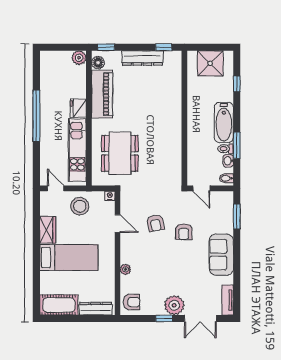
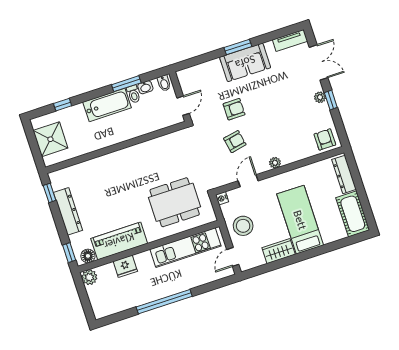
fridge: (78, 108) -> (125, 266), moved
window: (237, 216) -> (238, 47), moved
plant: (126, 269) -> (275, 163), moved
plant: (174, 305) -> (320, 97), width x0.53, depth x0.53

